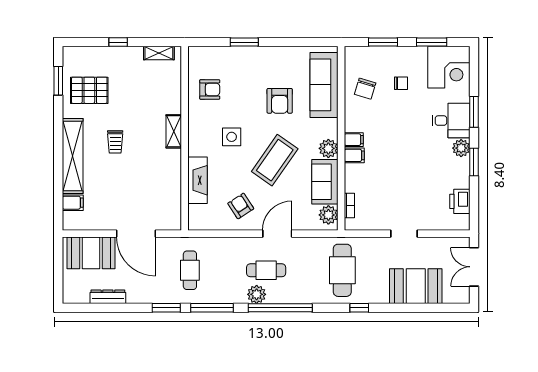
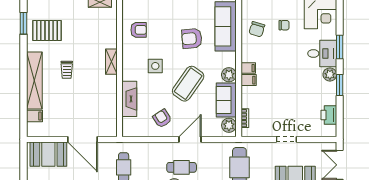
armchair: (280, 101) -> (192, 39), turned 85

